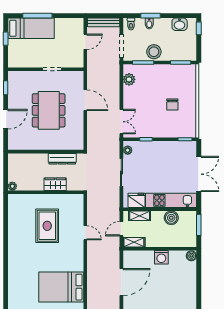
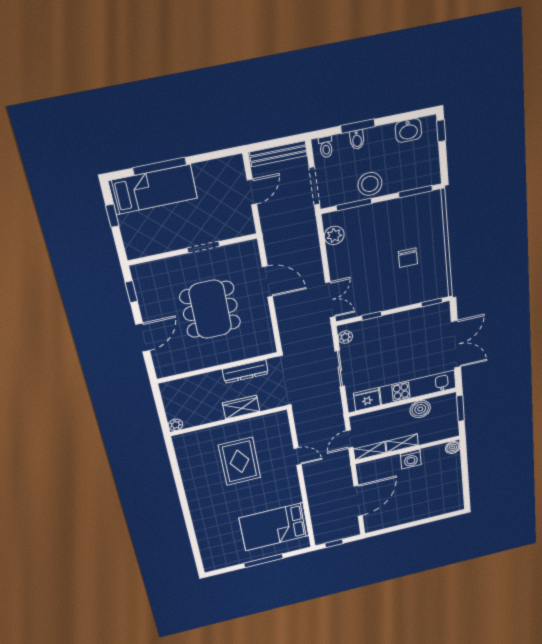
shelving: (140, 216) -> (402, 443), moved

